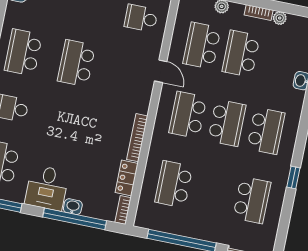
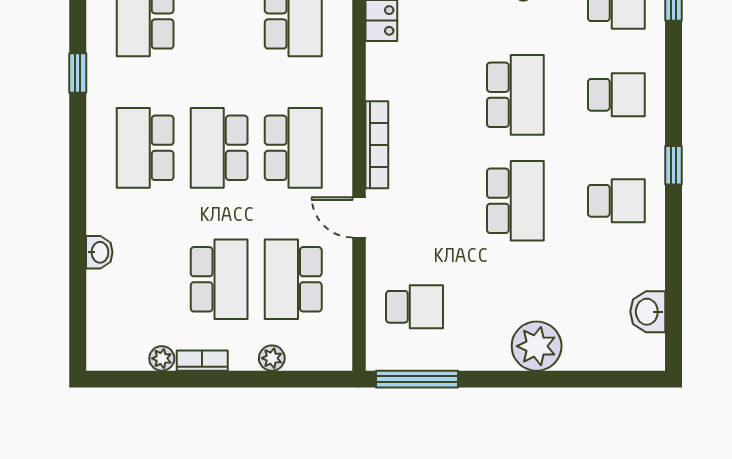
school desk: (202, 46) -> (293, 279), turned 180
school desk: (23, 52) -> (616, 201), width x0.54
school desk: (65, 119) -> (515, 95), added
bookcase: (137, 138) -> (377, 145), moved

